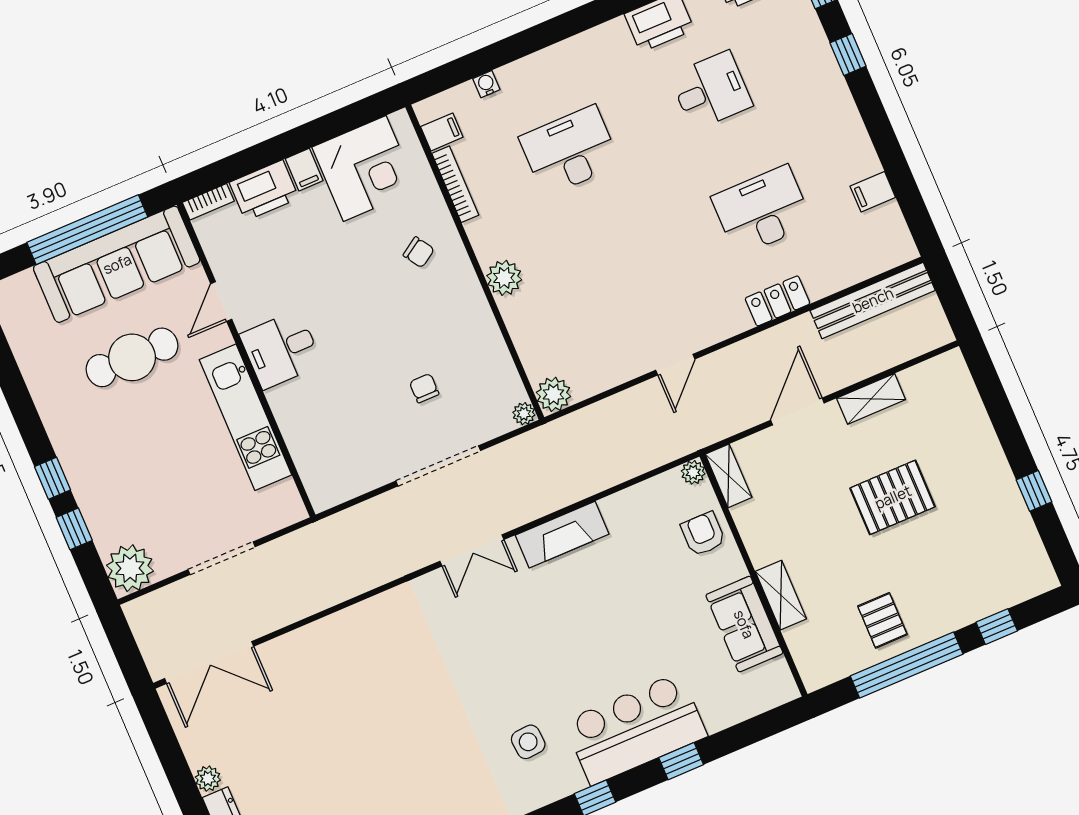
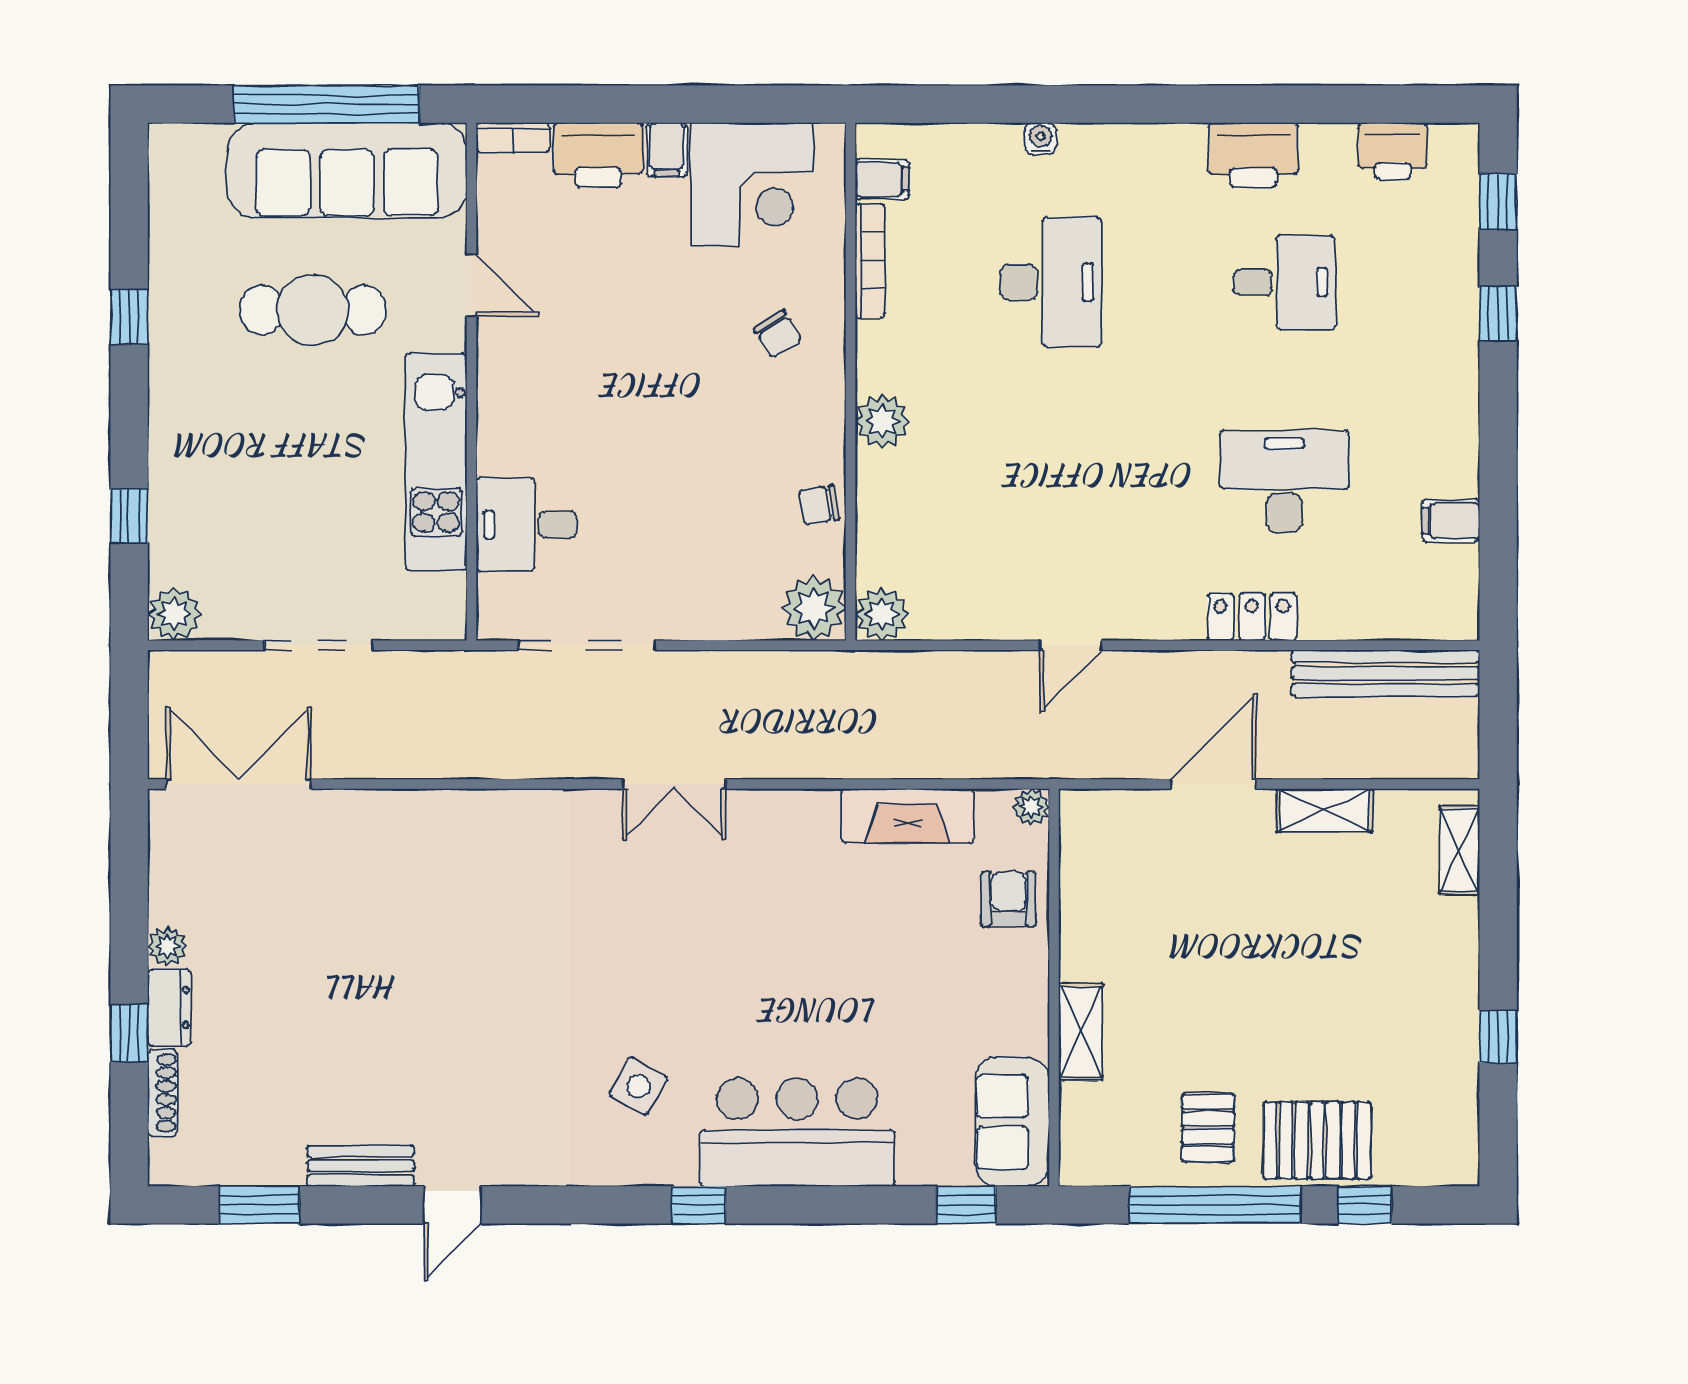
water cooler: (486, 84) -> (1041, 139), moved
desk: (570, 151) -> (1050, 282), turned 90
door: (221, 301) -> (471, 285), swing flipped
desk: (281, 350) -> (527, 525), moved
chair: (424, 388) -> (819, 505), moved, turned -100
plant: (524, 414) -> (814, 608), width x1.88, depth x1.88
doorway: (438, 466) -> (587, 645), moved
shelving: (729, 476) -> (1460, 850), moved
window: (53, 478) -> (129, 317), moved
pallet: (893, 497) -> (1317, 1140), moved
fireplace: (562, 535) -> (908, 816), moved
plant: (130, 568) -> (174, 614), width x0.73, depth x0.73
sofa: (744, 624) -> (1012, 1122), moved
double door: (209, 662) -> (239, 784), swing flipped
side table: (528, 742) -> (639, 1086), turned 33
window: (681, 761) -> (966, 1205), moved

